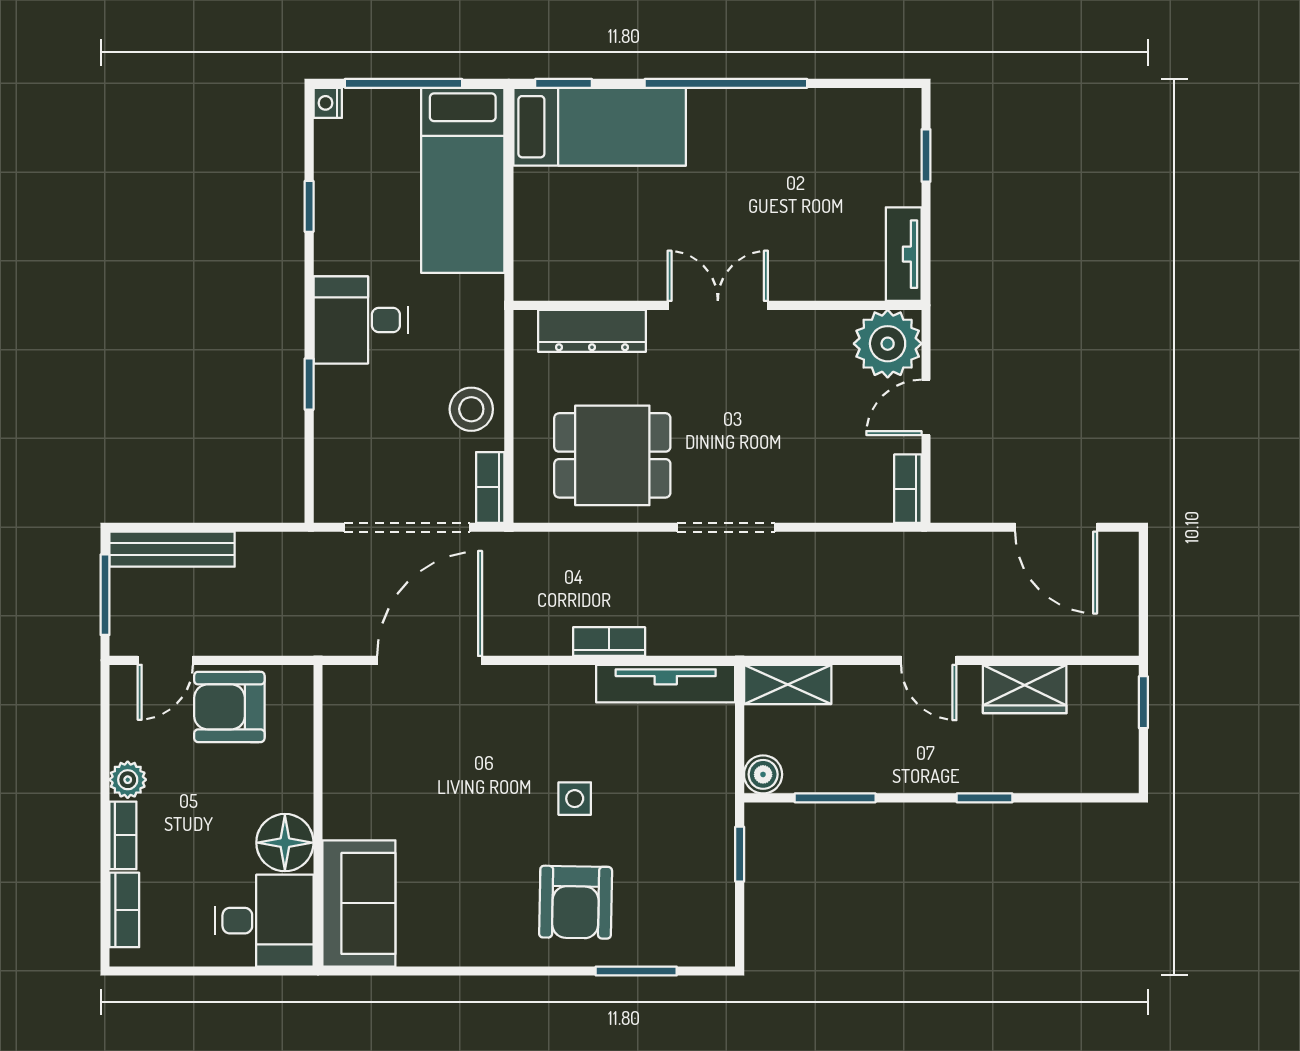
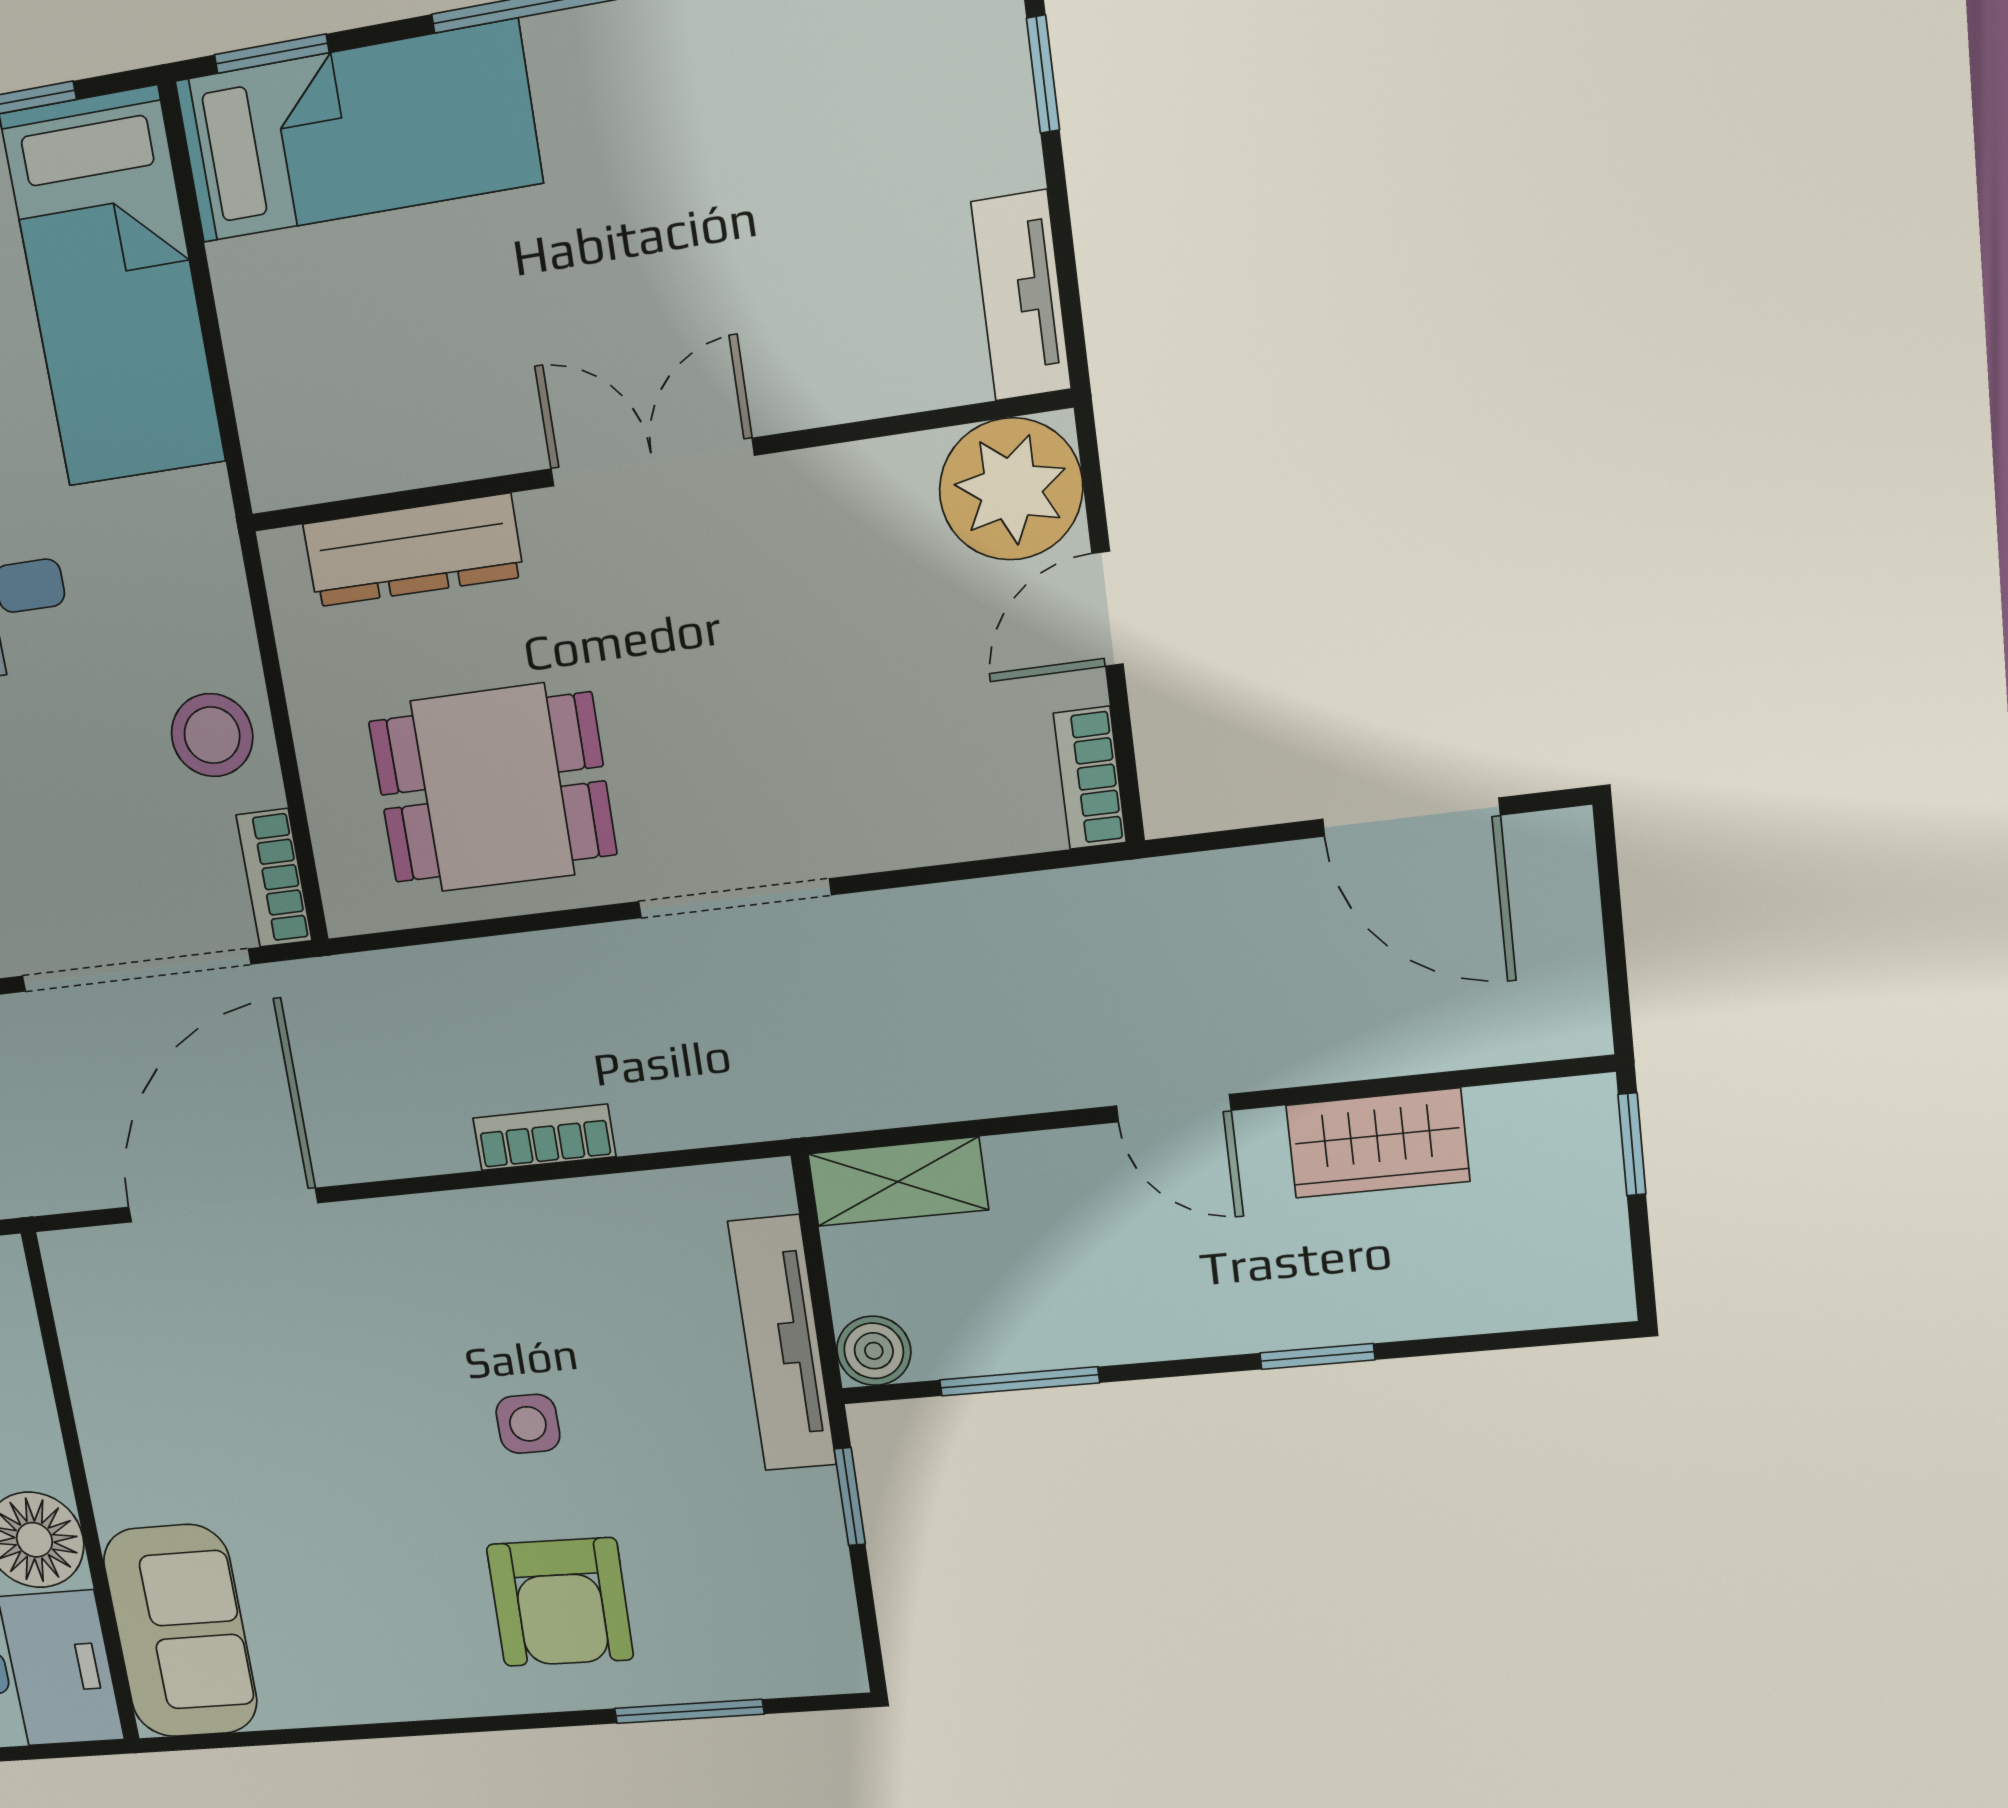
tv unit: (666, 684) -> (782, 1344), moved, turned 90

